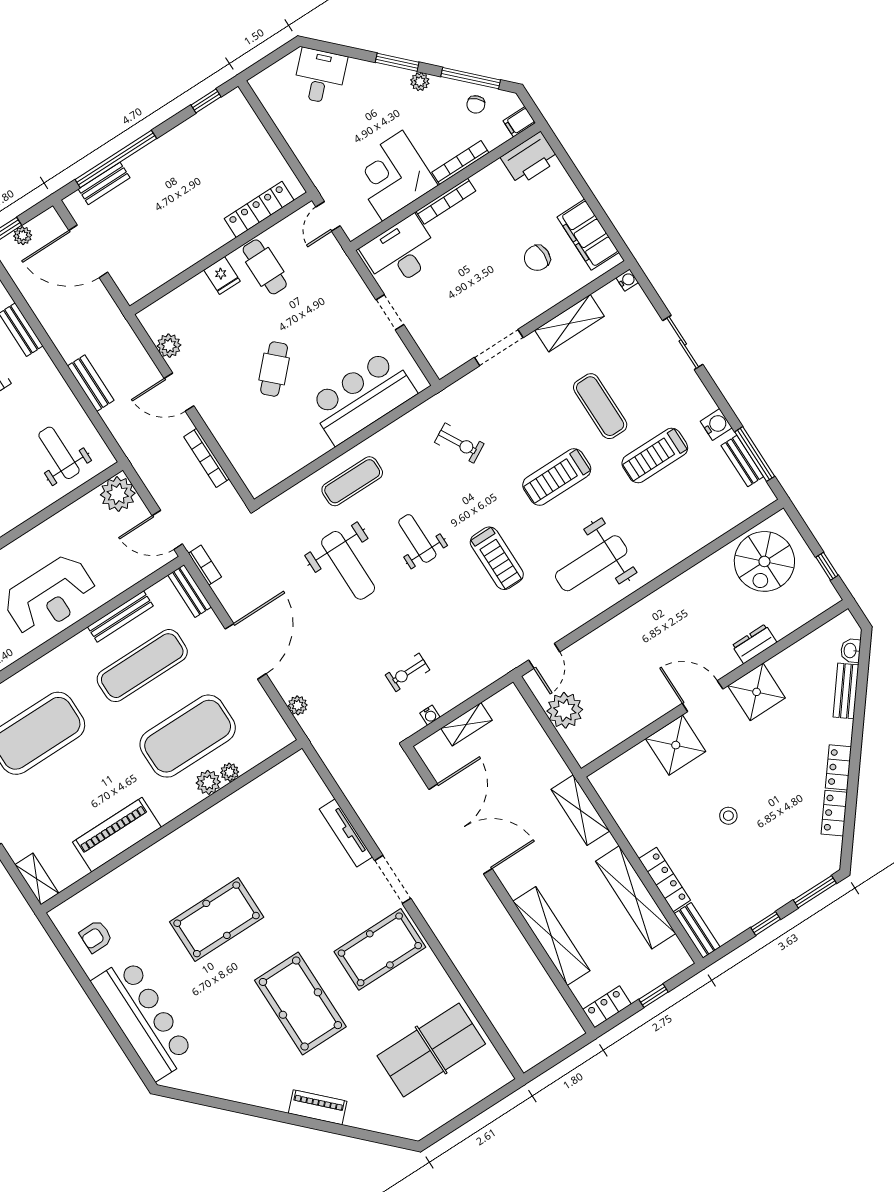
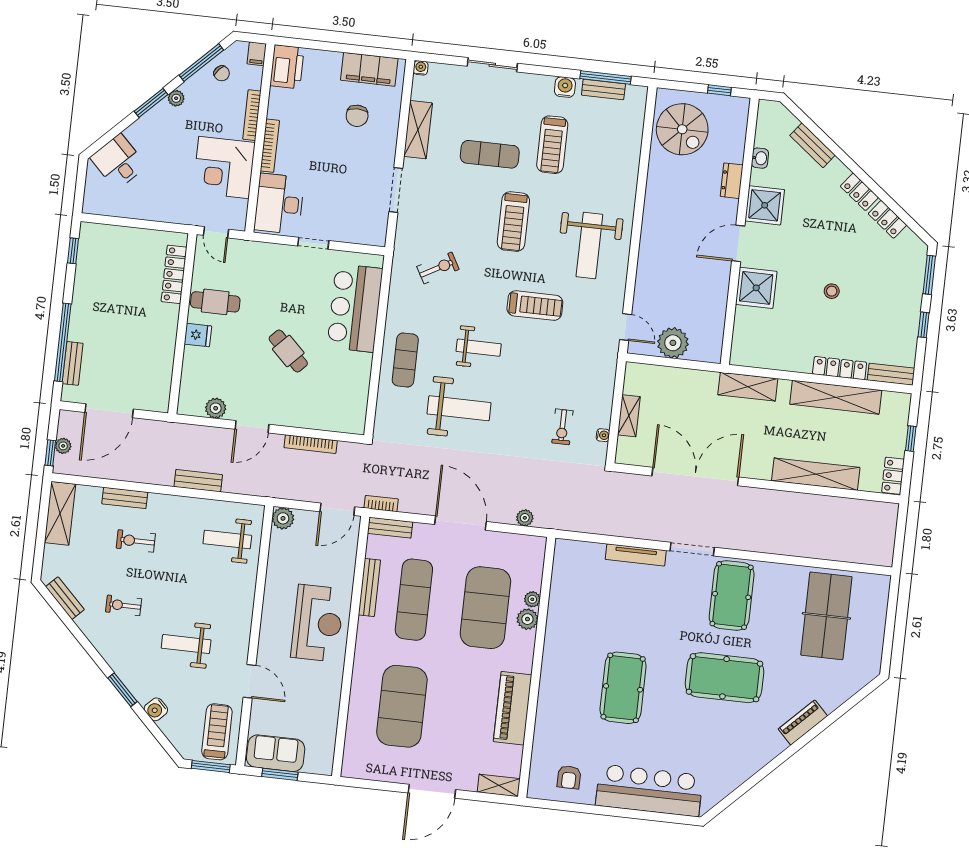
plant: (118, 494) -> (283, 518), width x0.73, depth x0.73
weight bench: (417, 538) -> (479, 348), turned 180
washbasin: (851, 651) -> (760, 158), moved, turned -128

